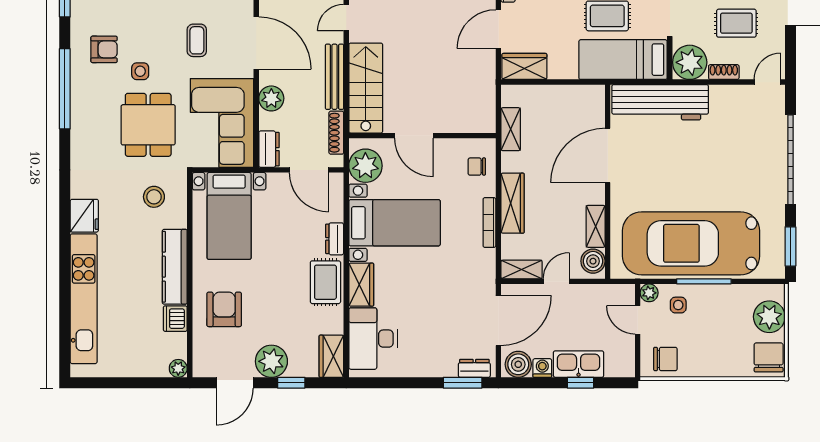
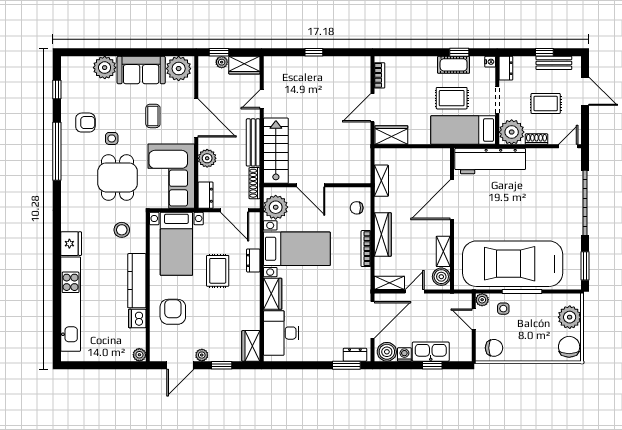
rug: (325, 282) -> (218, 271), moved
plant: (271, 361) -> (202, 355), width x0.53, depth x0.53

